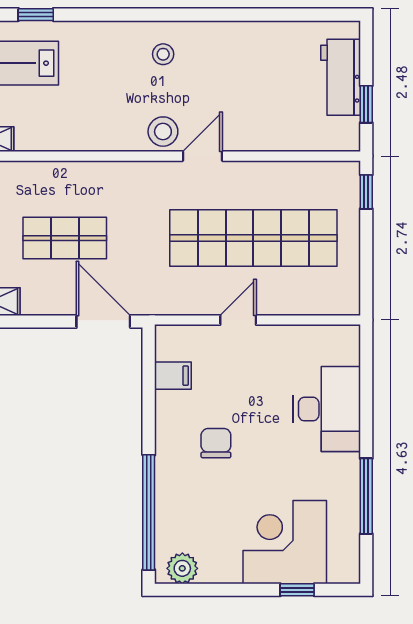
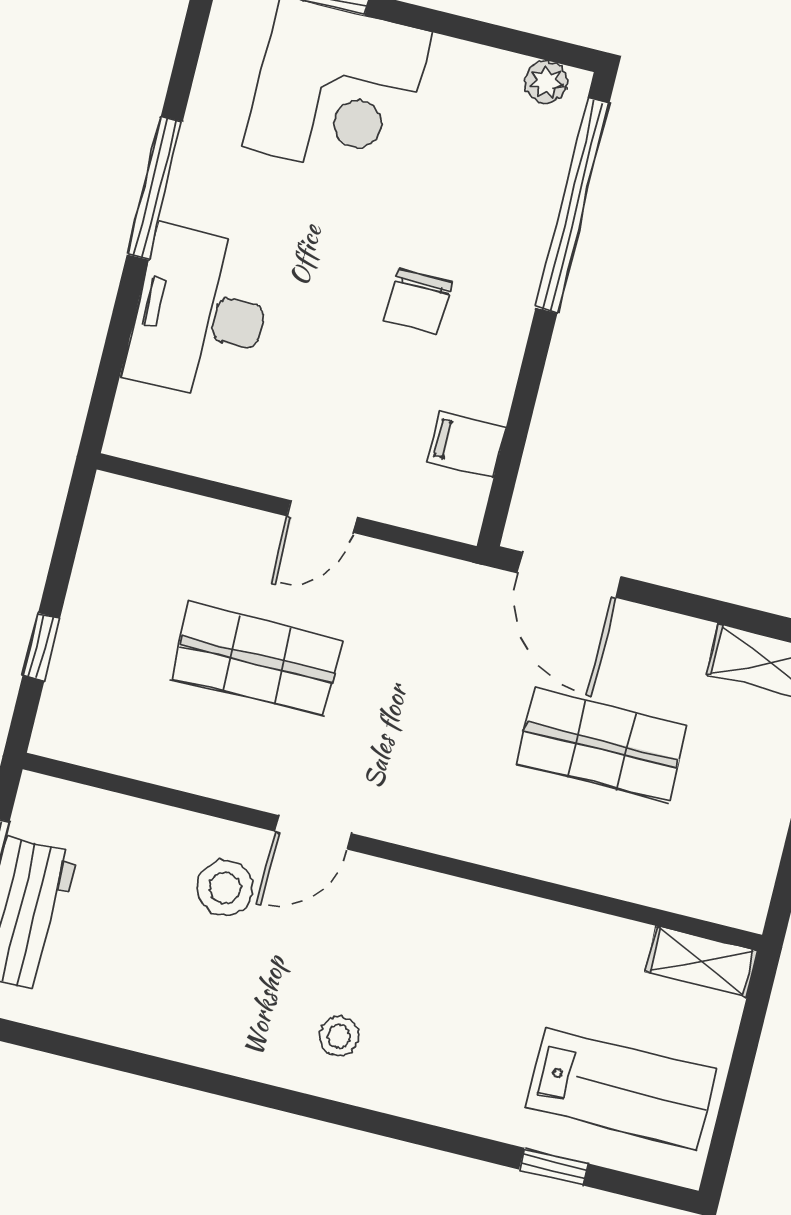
stool: (163, 132) -> (225, 888), moved
window: (366, 192) -> (41, 647), moved
shop shelf: (253, 238) -> (257, 659), width x0.50, depth x0.74
window: (366, 496) -> (155, 188), moved
plant: (182, 568) -> (546, 82), width x0.73, depth x0.73

